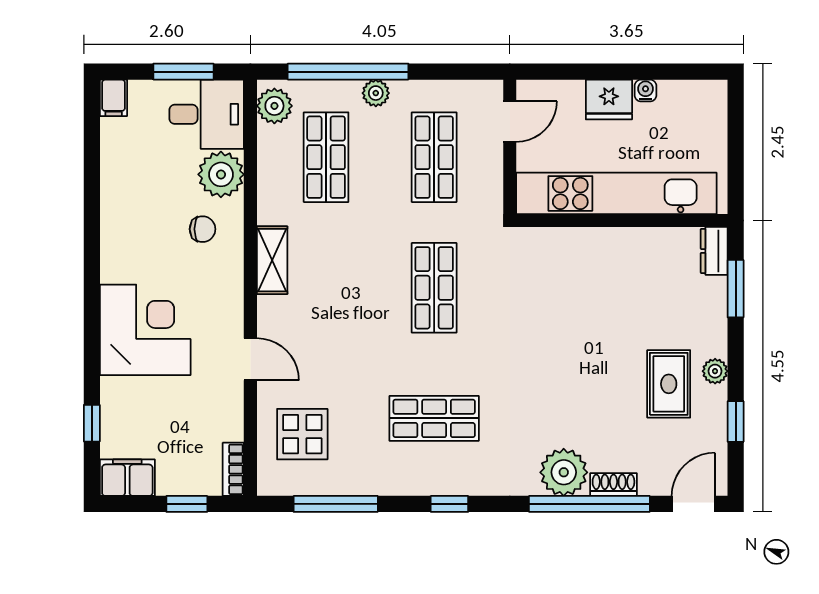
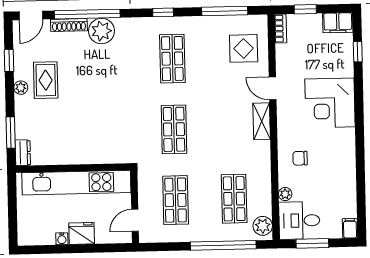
plant: (376, 93) -> (208, 234), removed
plant: (221, 174) -> (285, 194), width x0.53, depth x0.53
shelving: (272, 260) -> (262, 121), moved
shop shelf: (434, 418) -> (172, 59), turned 90
shoe rack: (613, 485) -> (69, 25), width x1.43

